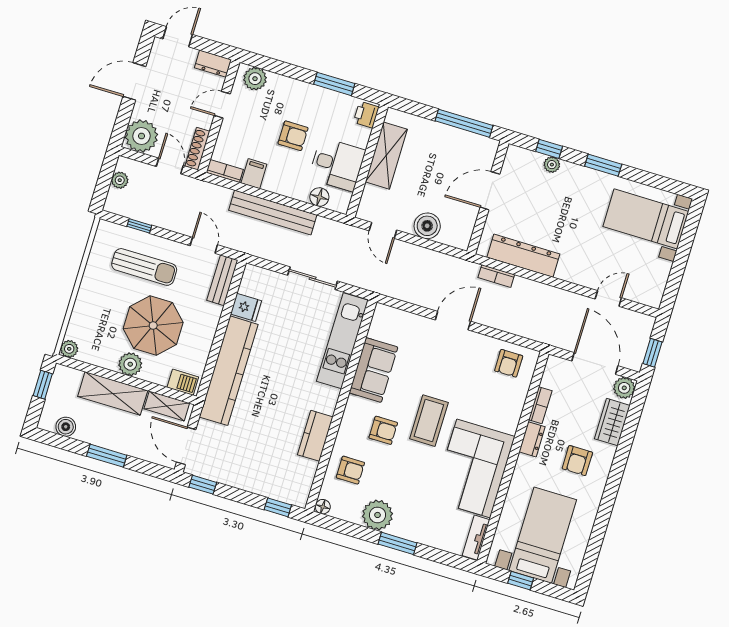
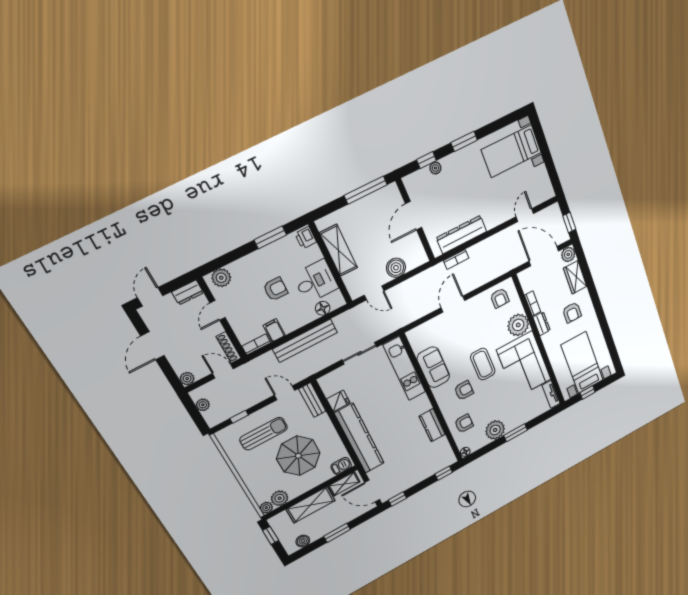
plant: (141, 136) -> (187, 379), width x0.53, depth x0.53
plant: (130, 364) -> (280, 498), moved
plant: (505, 414) -> (518, 325), added

